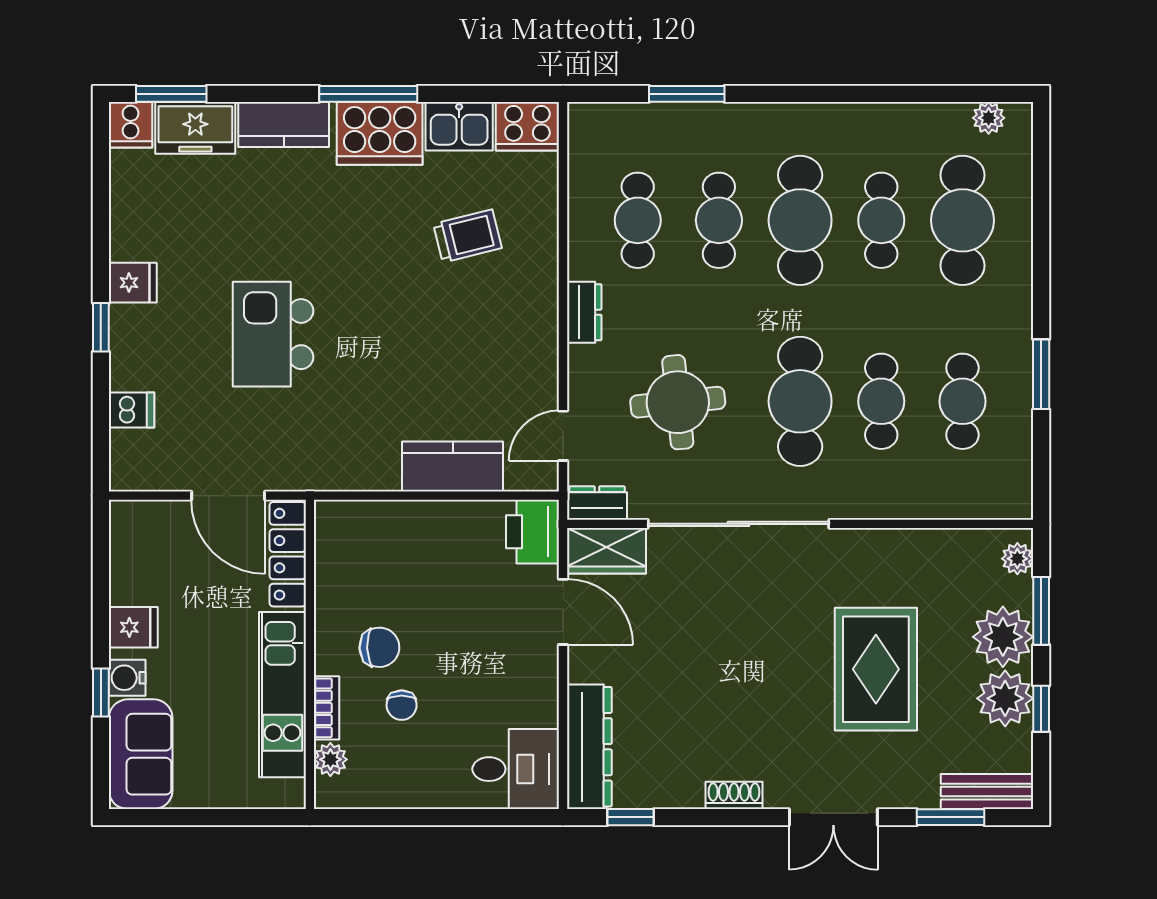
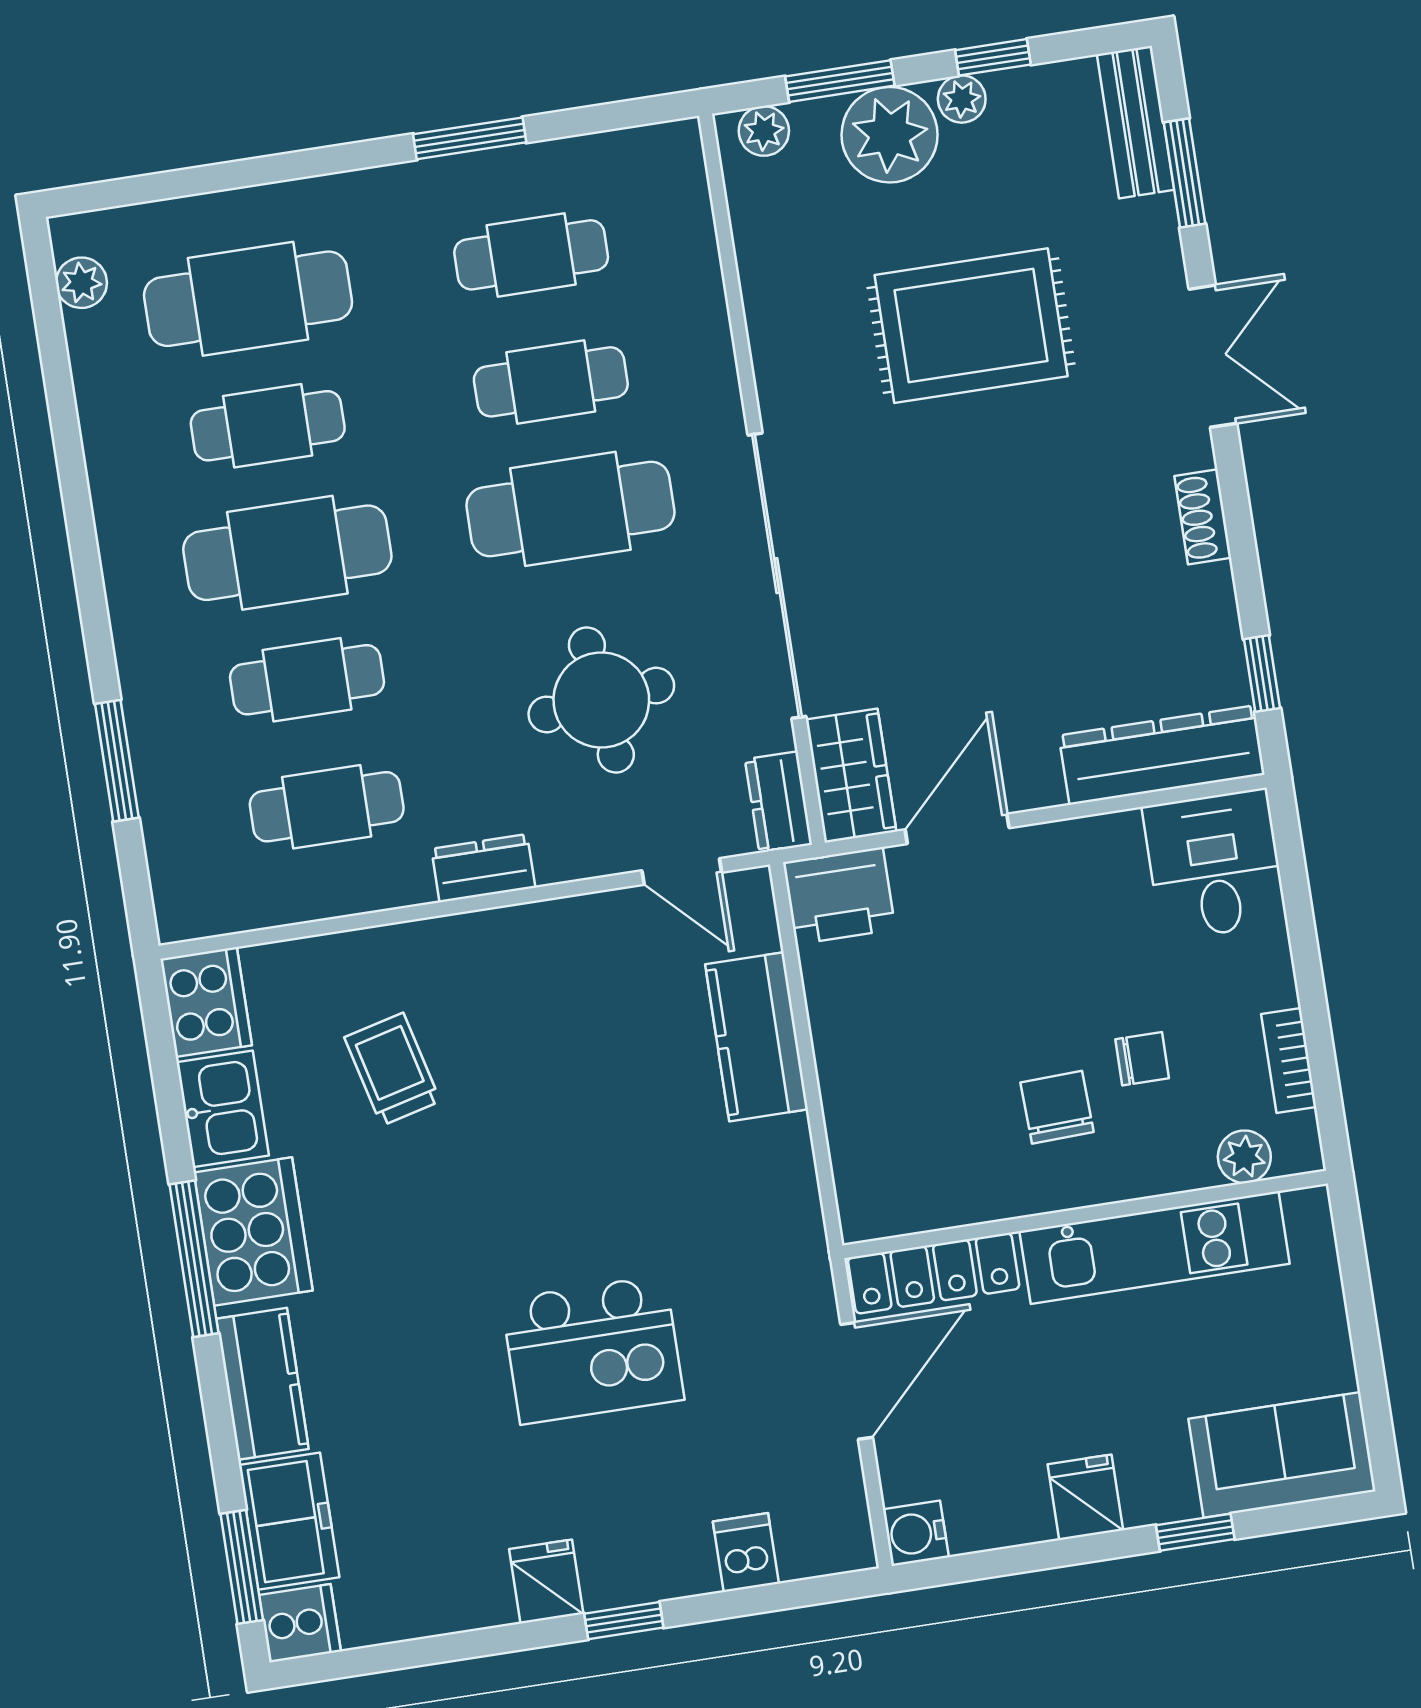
water cooler: (127, 678) -> (916, 1533), moved, turned 90
plant: (1005, 698) -> (962, 99), width x0.53, depth x0.53
bookcase: (327, 708) -> (1289, 1061), moved, turned -90

